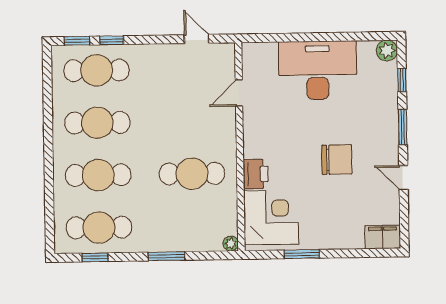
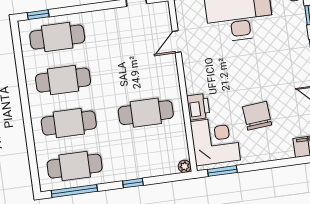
window: (112, 40) -> (67, 11), removed
chair: (337, 160) -> (257, 116), moved, turned -95
window: (302, 254) -> (222, 171), moved
window: (166, 256) -> (133, 183), width x0.67
window: (95, 257) -> (74, 191), width x2.17

